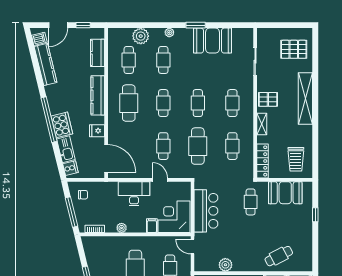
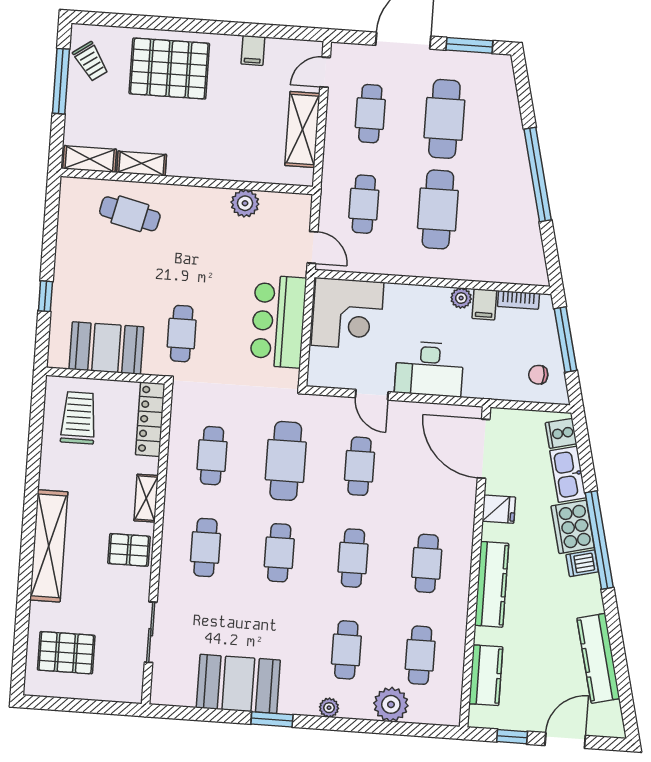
dishwasher: (39, 39) -> (582, 563), moved
cafe table: (129, 103) -> (427, 563), width x0.73, depth x0.74
filing cabinet: (152, 226) -> (484, 304), moved
cafe table: (279, 256) -> (130, 214), turned 41

